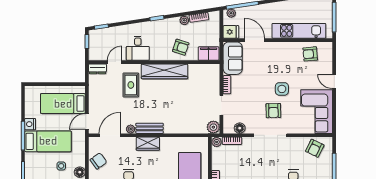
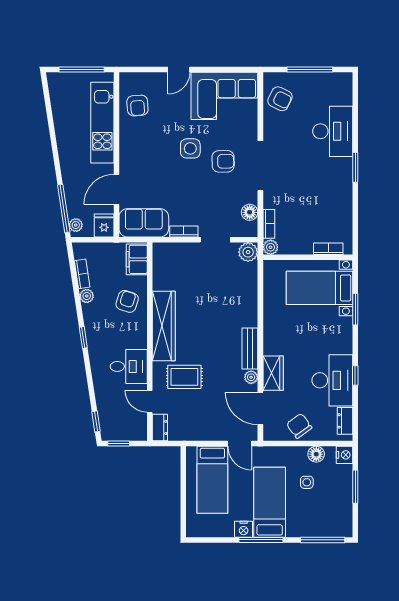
wardrobe: (148, 144) -> (273, 373), moved

